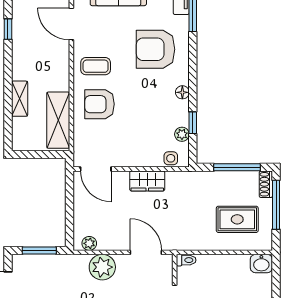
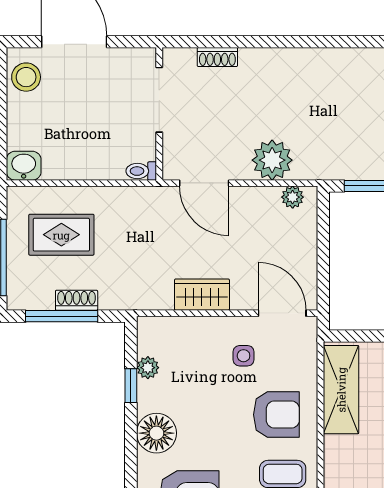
floor lamp: (182, 92) -> (156, 433), width x1.89, depth x1.89
side table: (171, 158) -> (244, 356), moved
shoe rack: (266, 184) -> (77, 300), moved, turned -90

